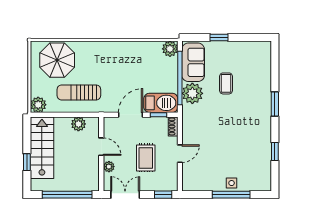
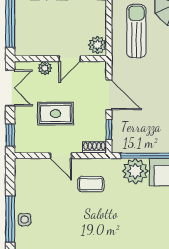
coffee table: (226, 83) -> (91, 184), moved
barbecue: (161, 103) -> (124, 132), removed
plant: (78, 124) -> (97, 45), moved

